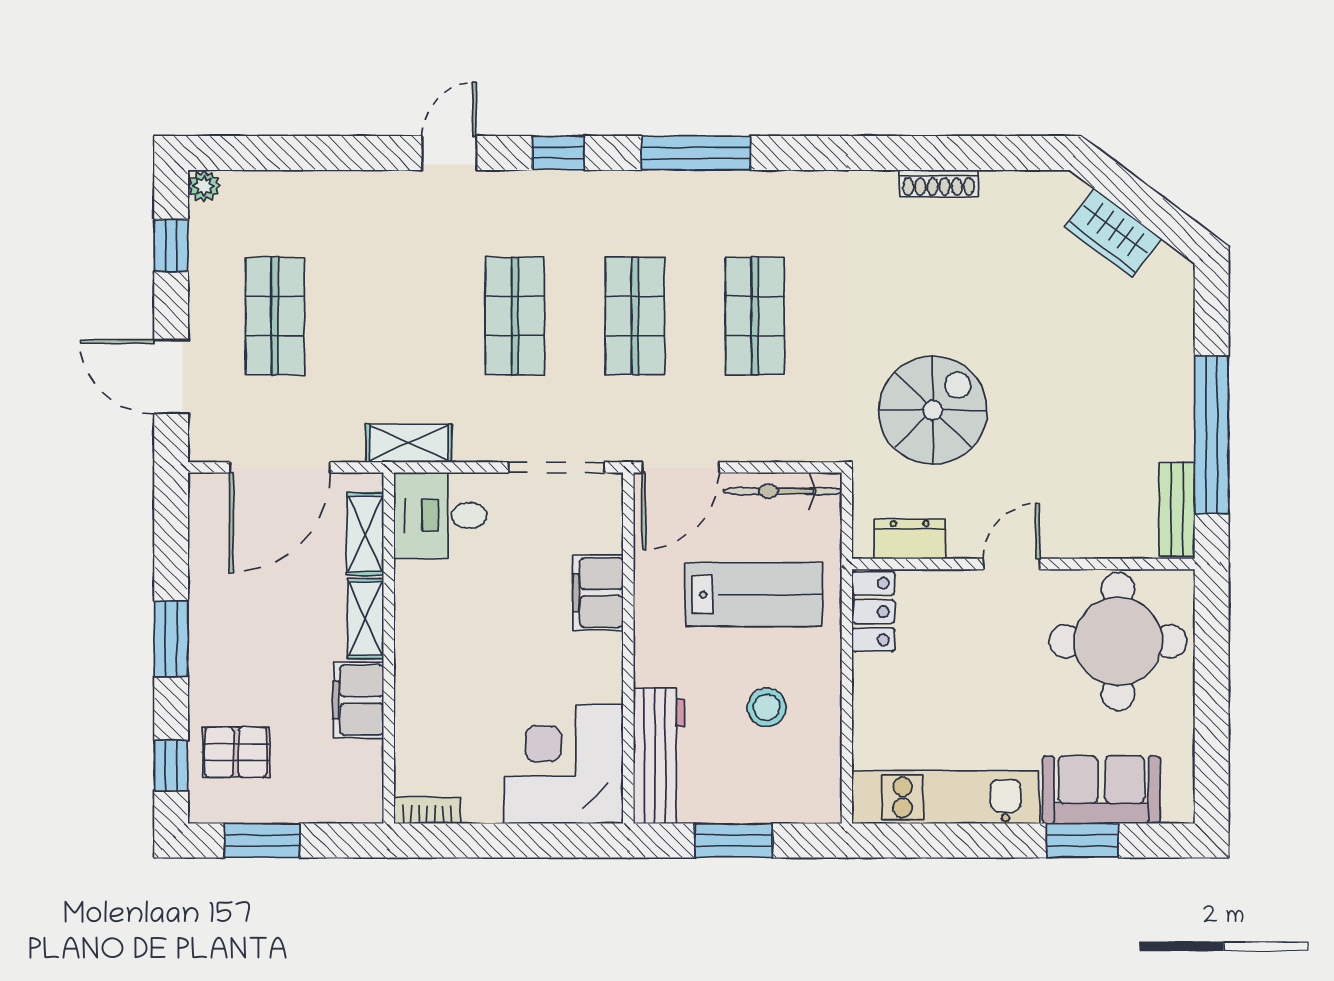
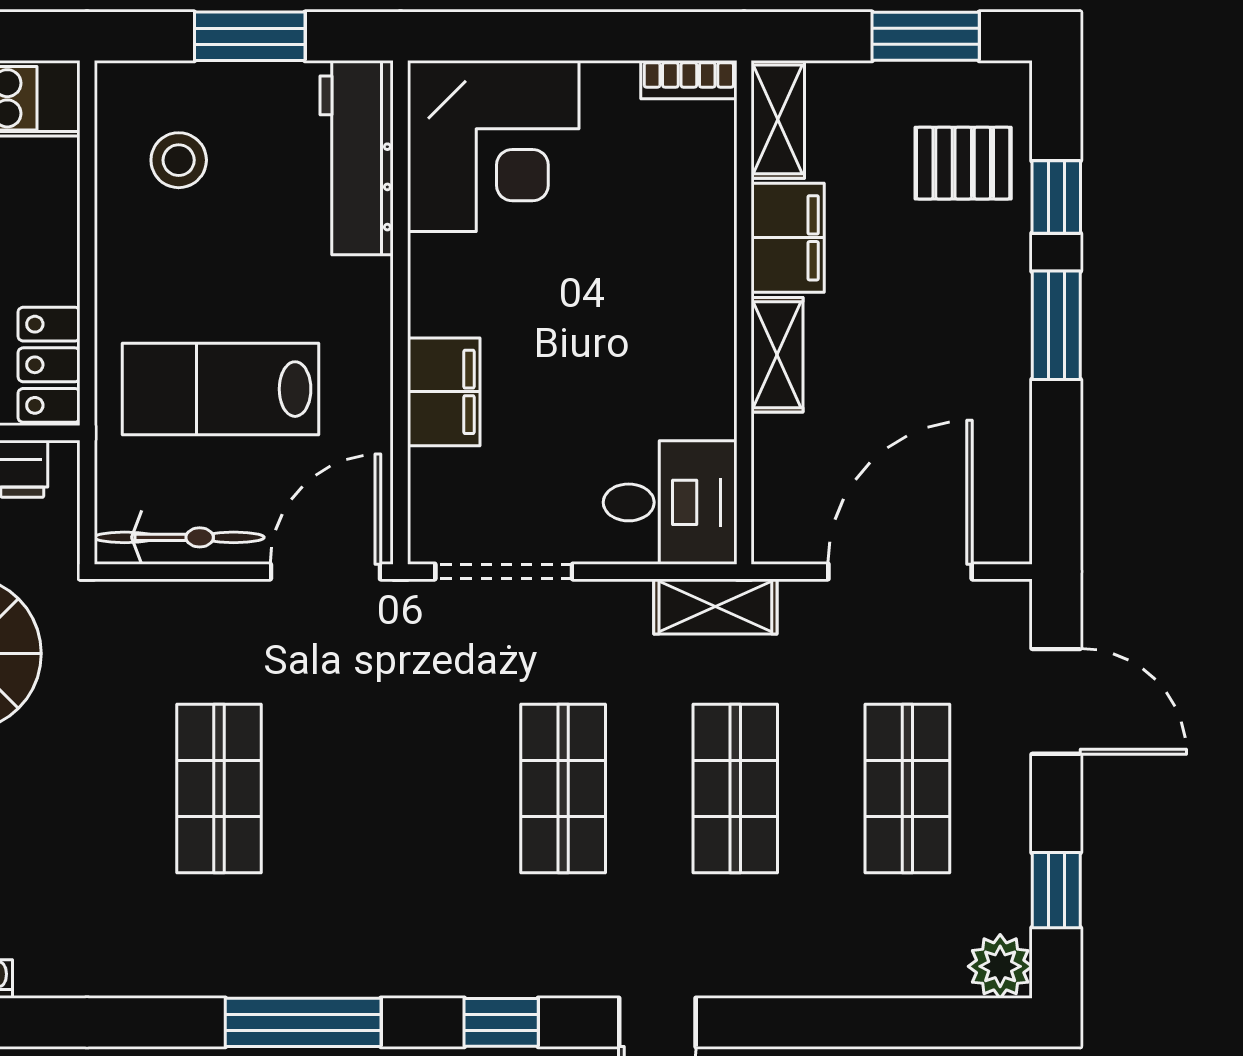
plant: (204, 186) -> (1000, 966), width x1.38, depth x1.38
shop shelf: (635, 316) -> (735, 789), moved
shelving: (365, 534) -> (778, 119), moved
stool: (767, 707) -> (179, 160), moved
window: (171, 766) -> (1056, 197), moved

